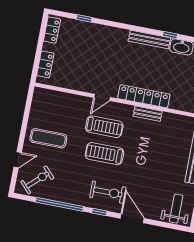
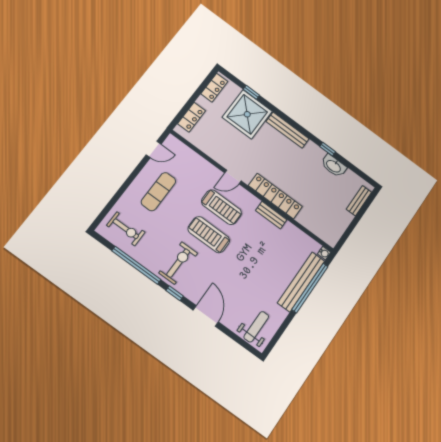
shower: (89, 39) -> (247, 114), added
bench: (149, 40) -> (288, 130), moved
exercise mat: (48, 138) -> (158, 192), turned 90
door: (18, 160) -> (154, 149), moved
exercise bike: (37, 180) -> (126, 229), turned 43
exercise bike: (108, 192) -> (178, 263), moved, turned -90

